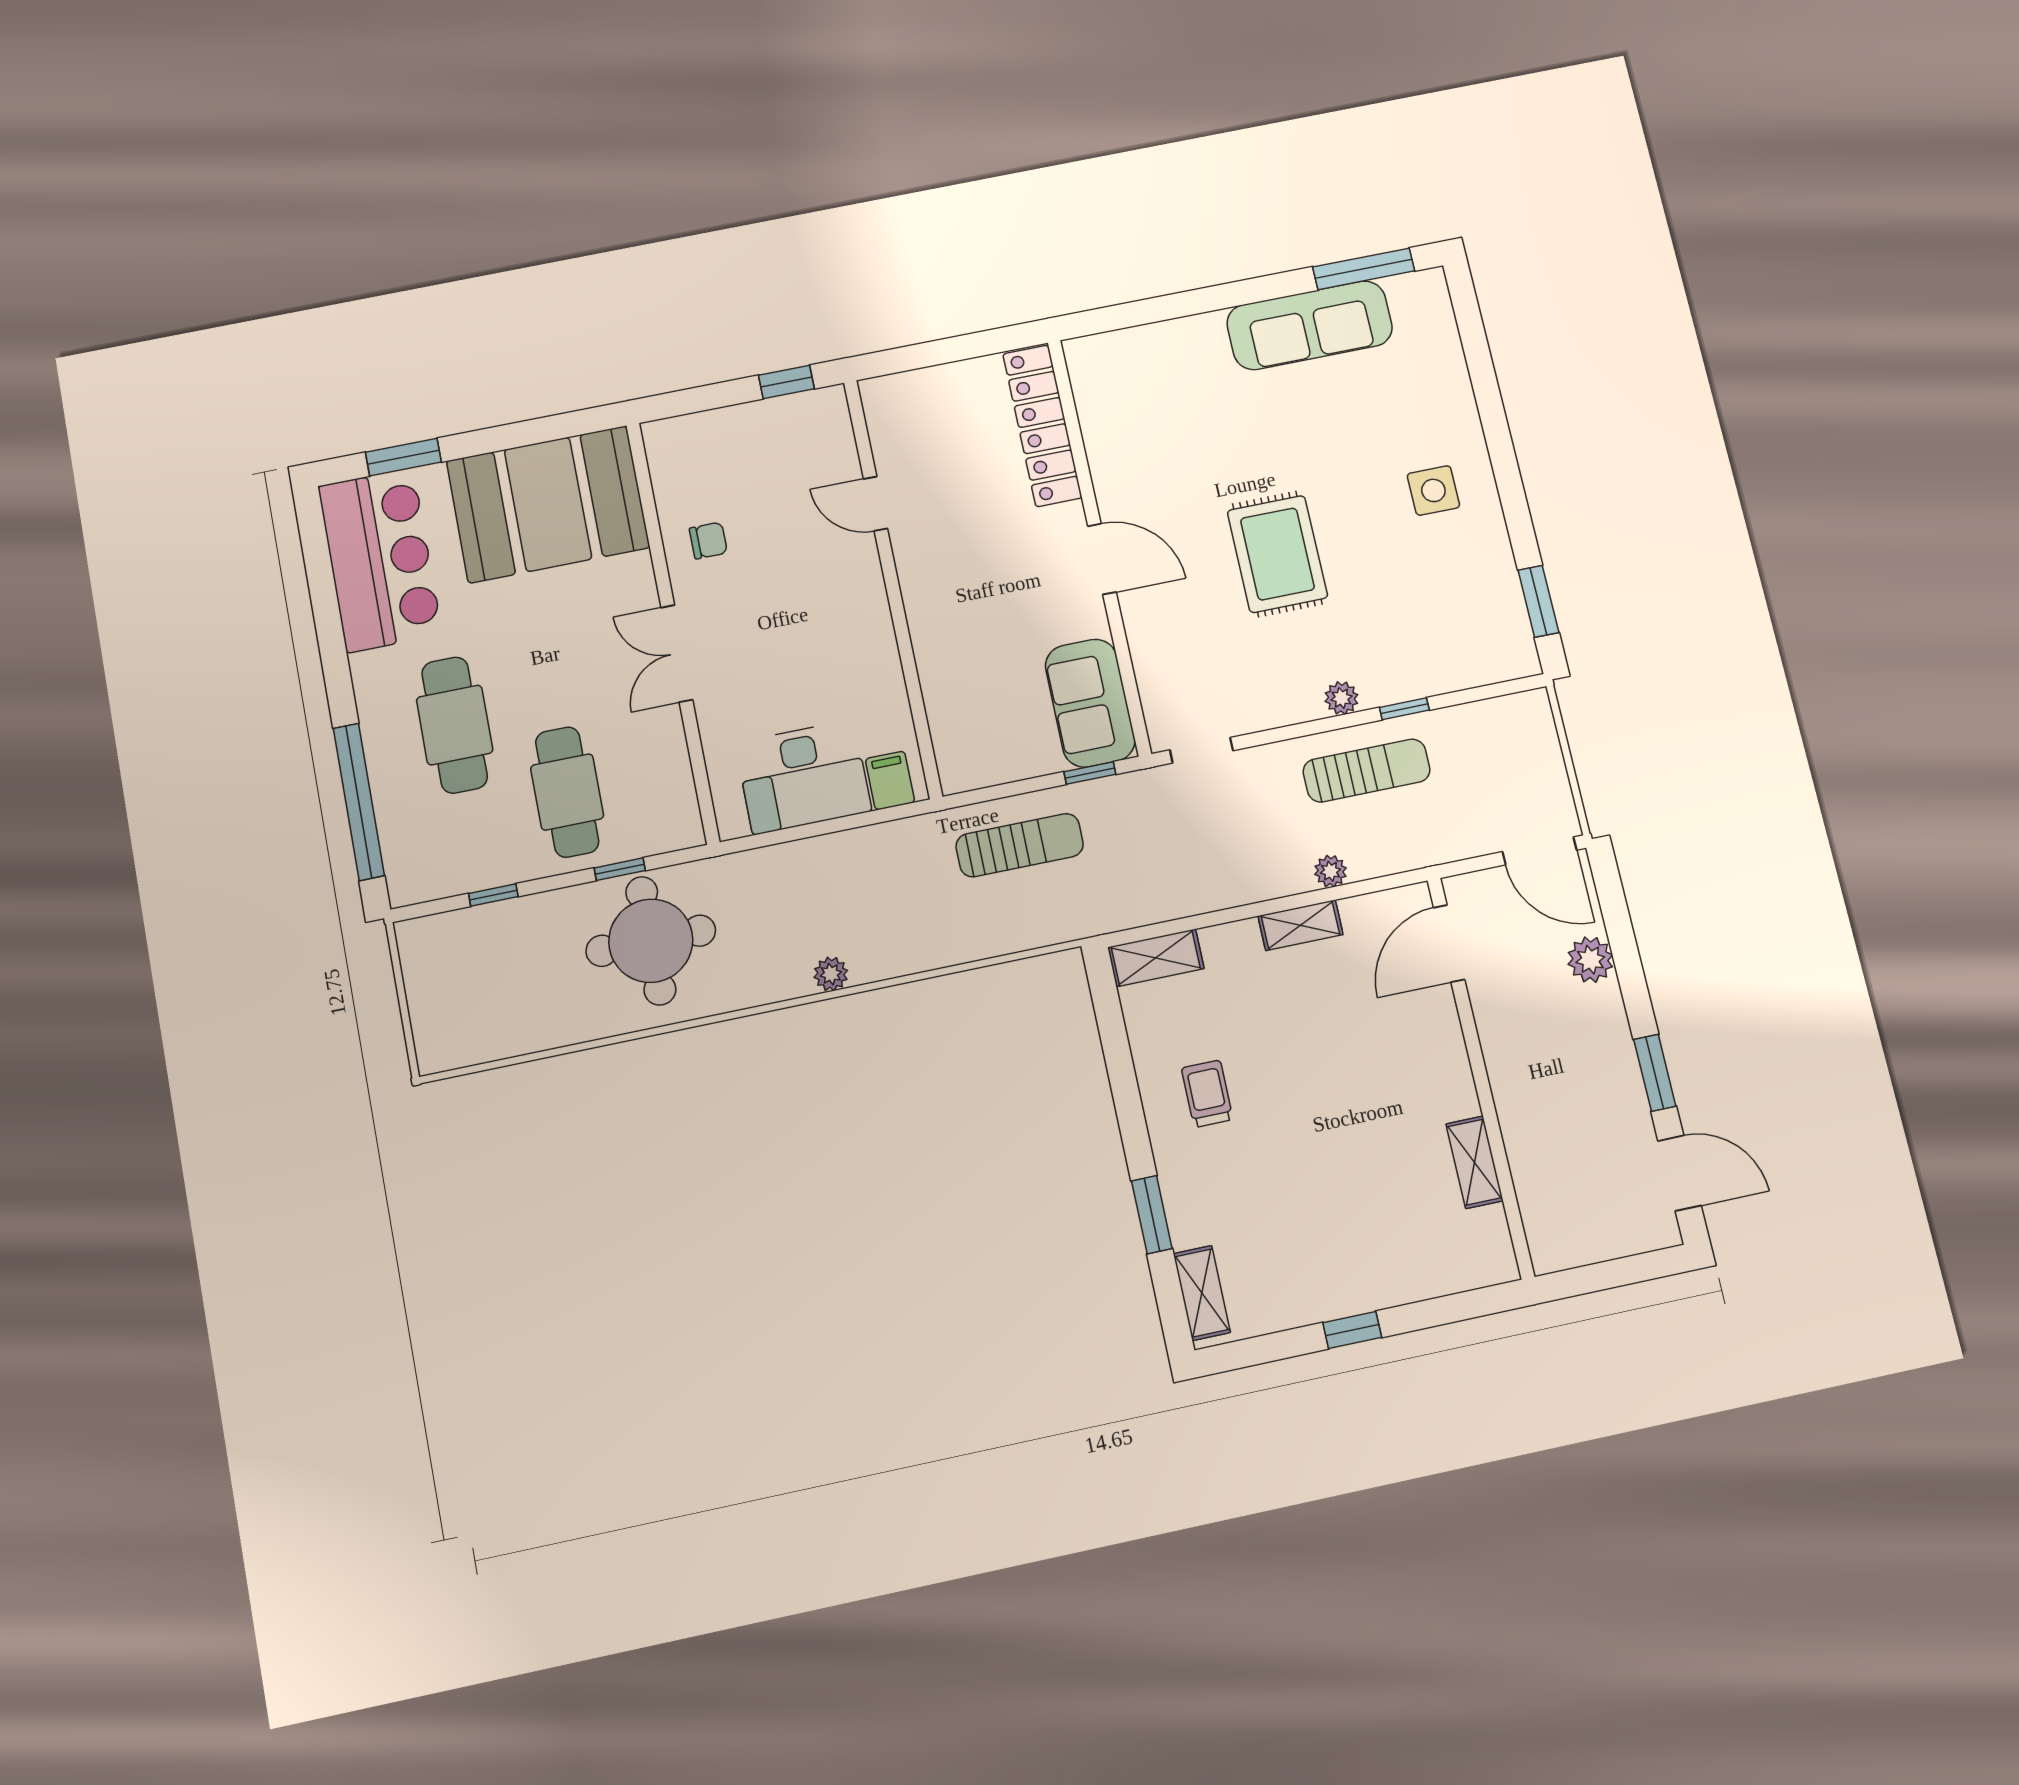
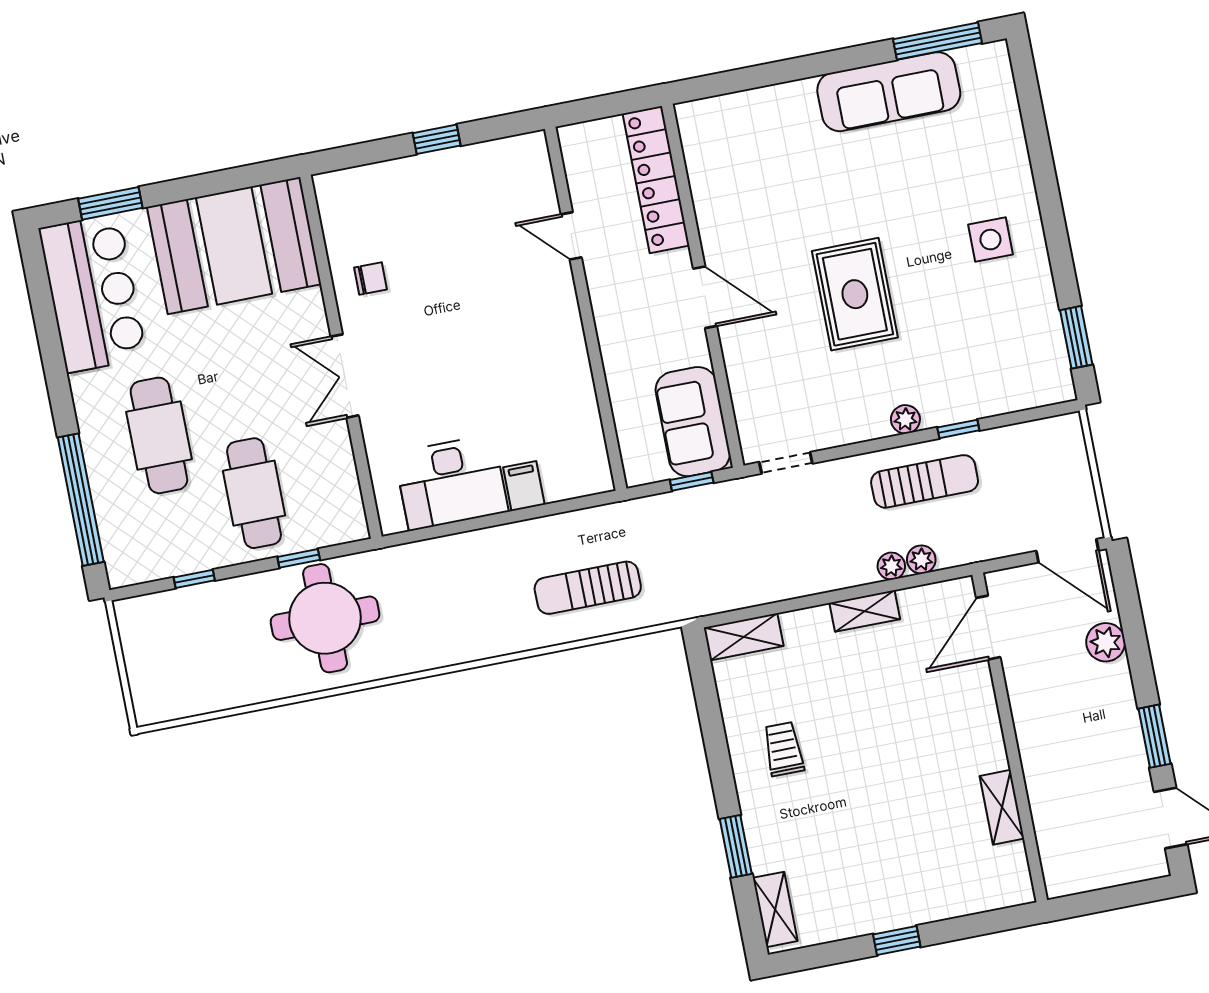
door: (875, 504) -> (571, 236), moved
wall: (893, 587) -> (586, 309), moved
sun lounger: (1020, 845) -> (588, 588), moved, turned 180
plant: (831, 974) -> (921, 560), moved

